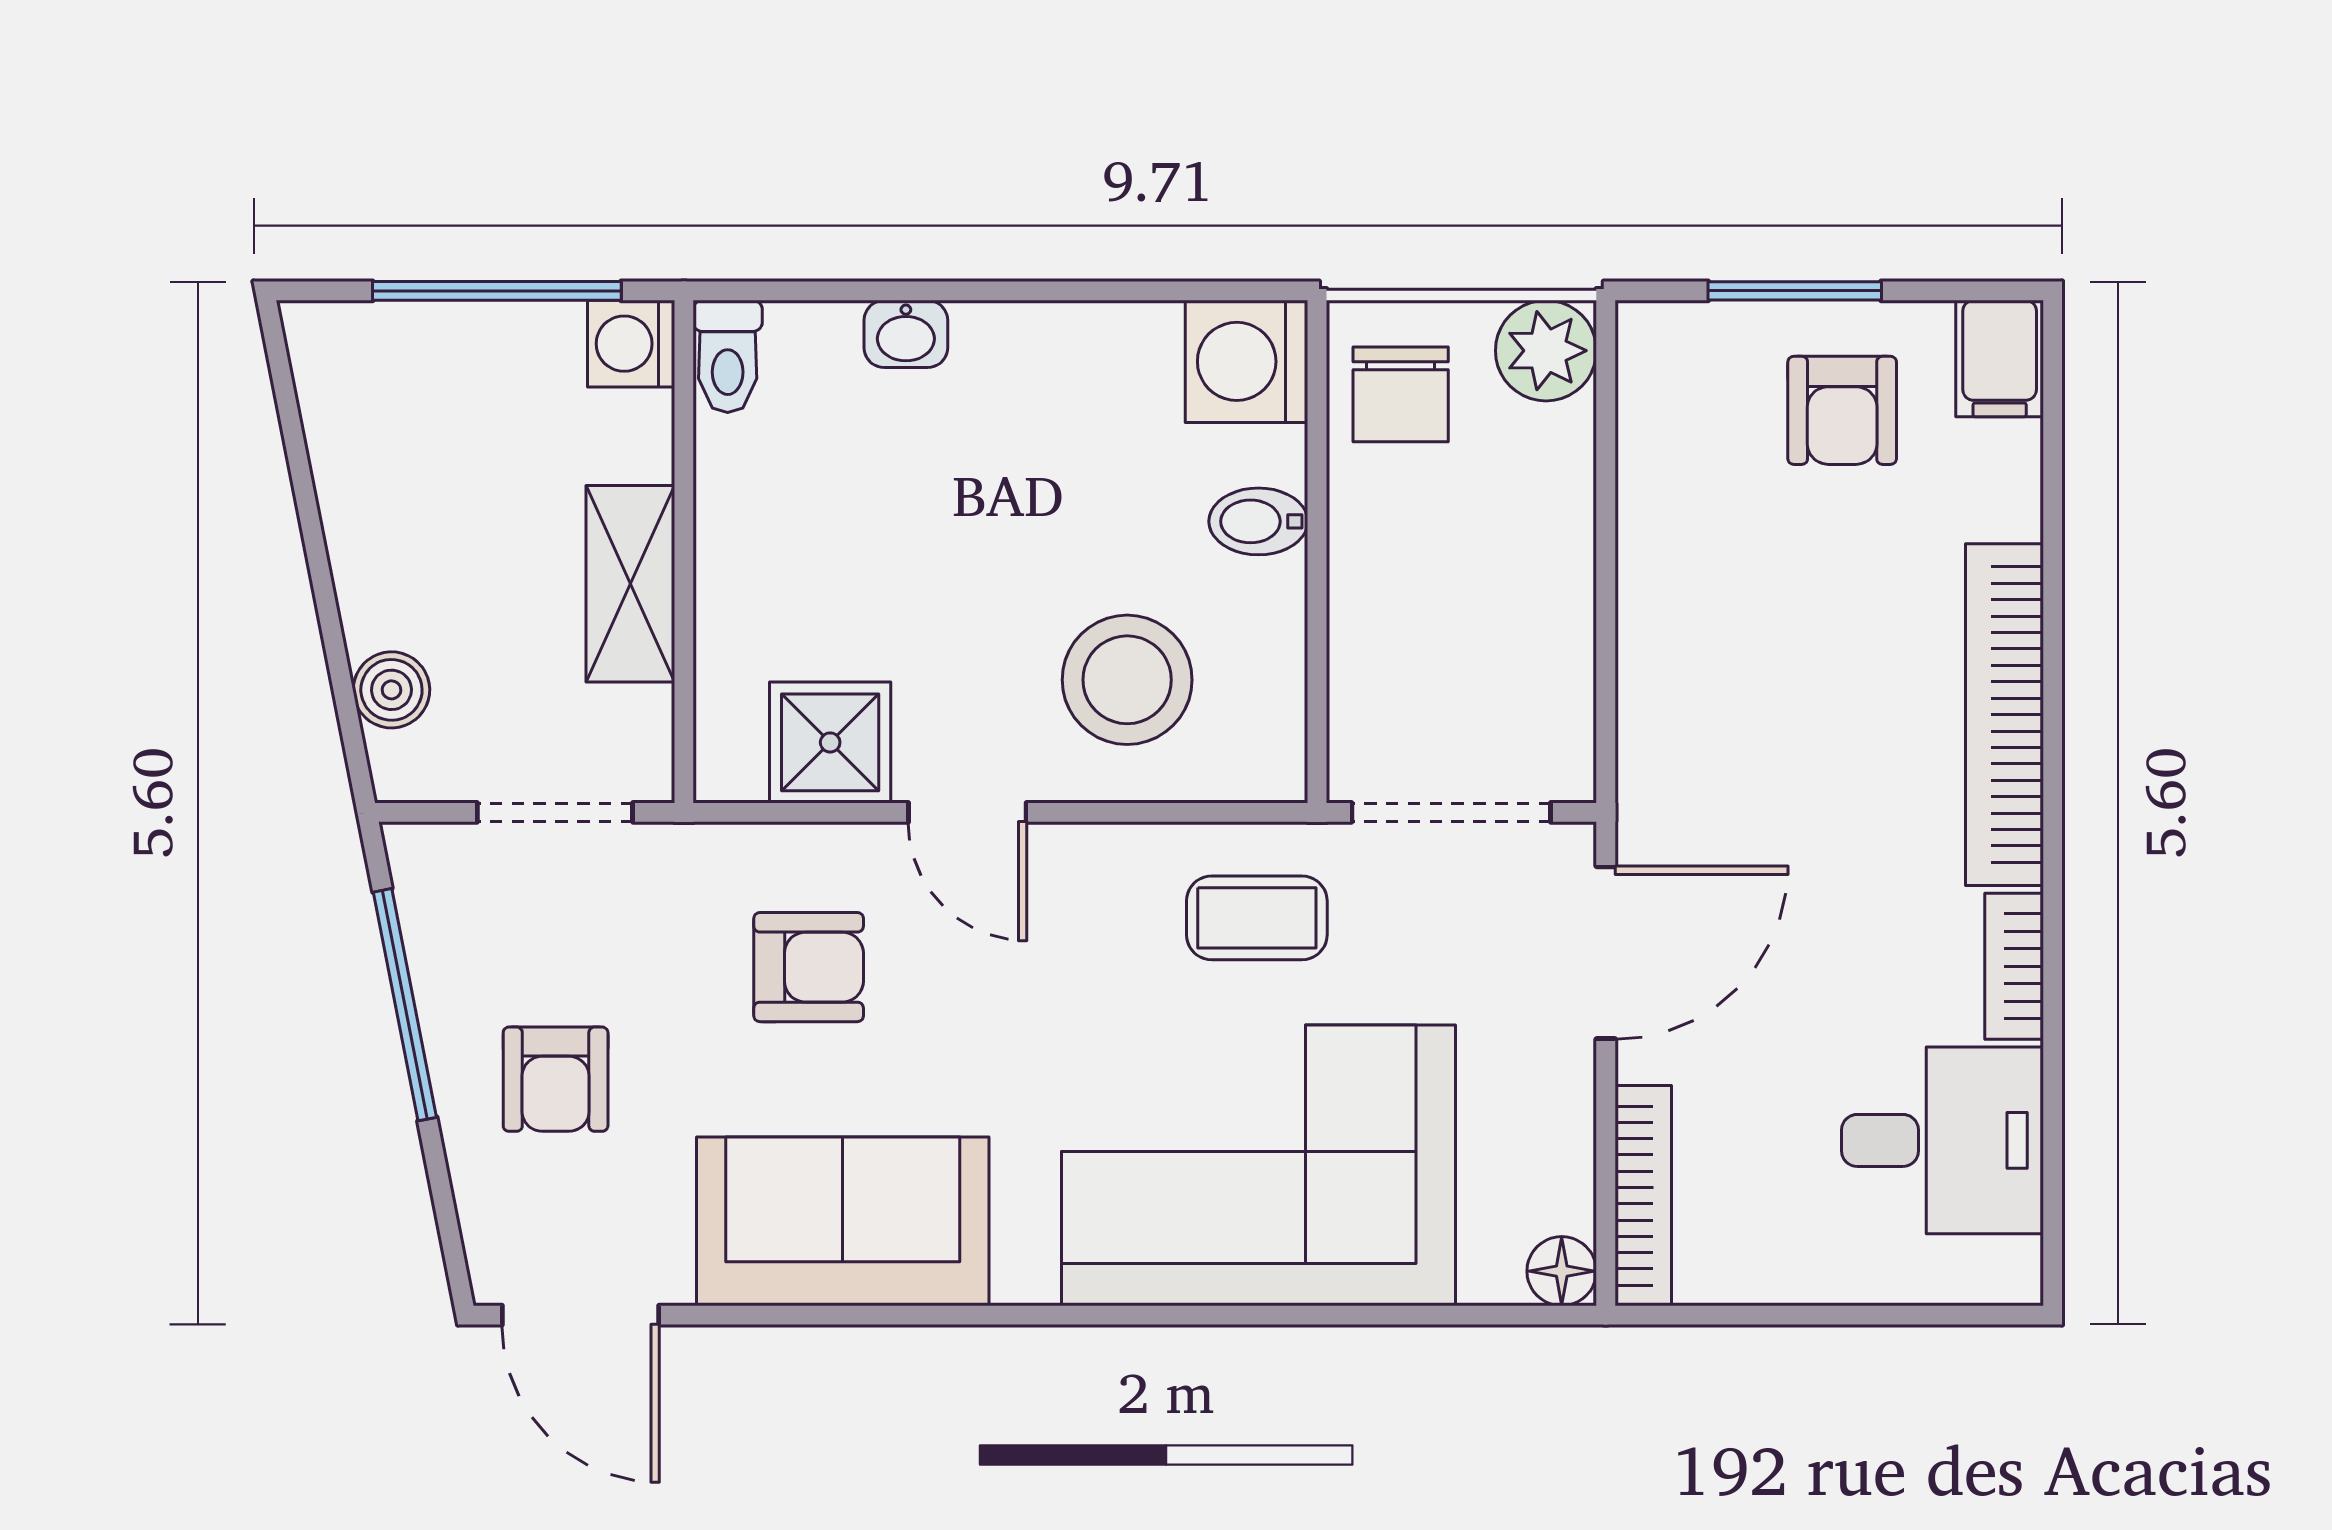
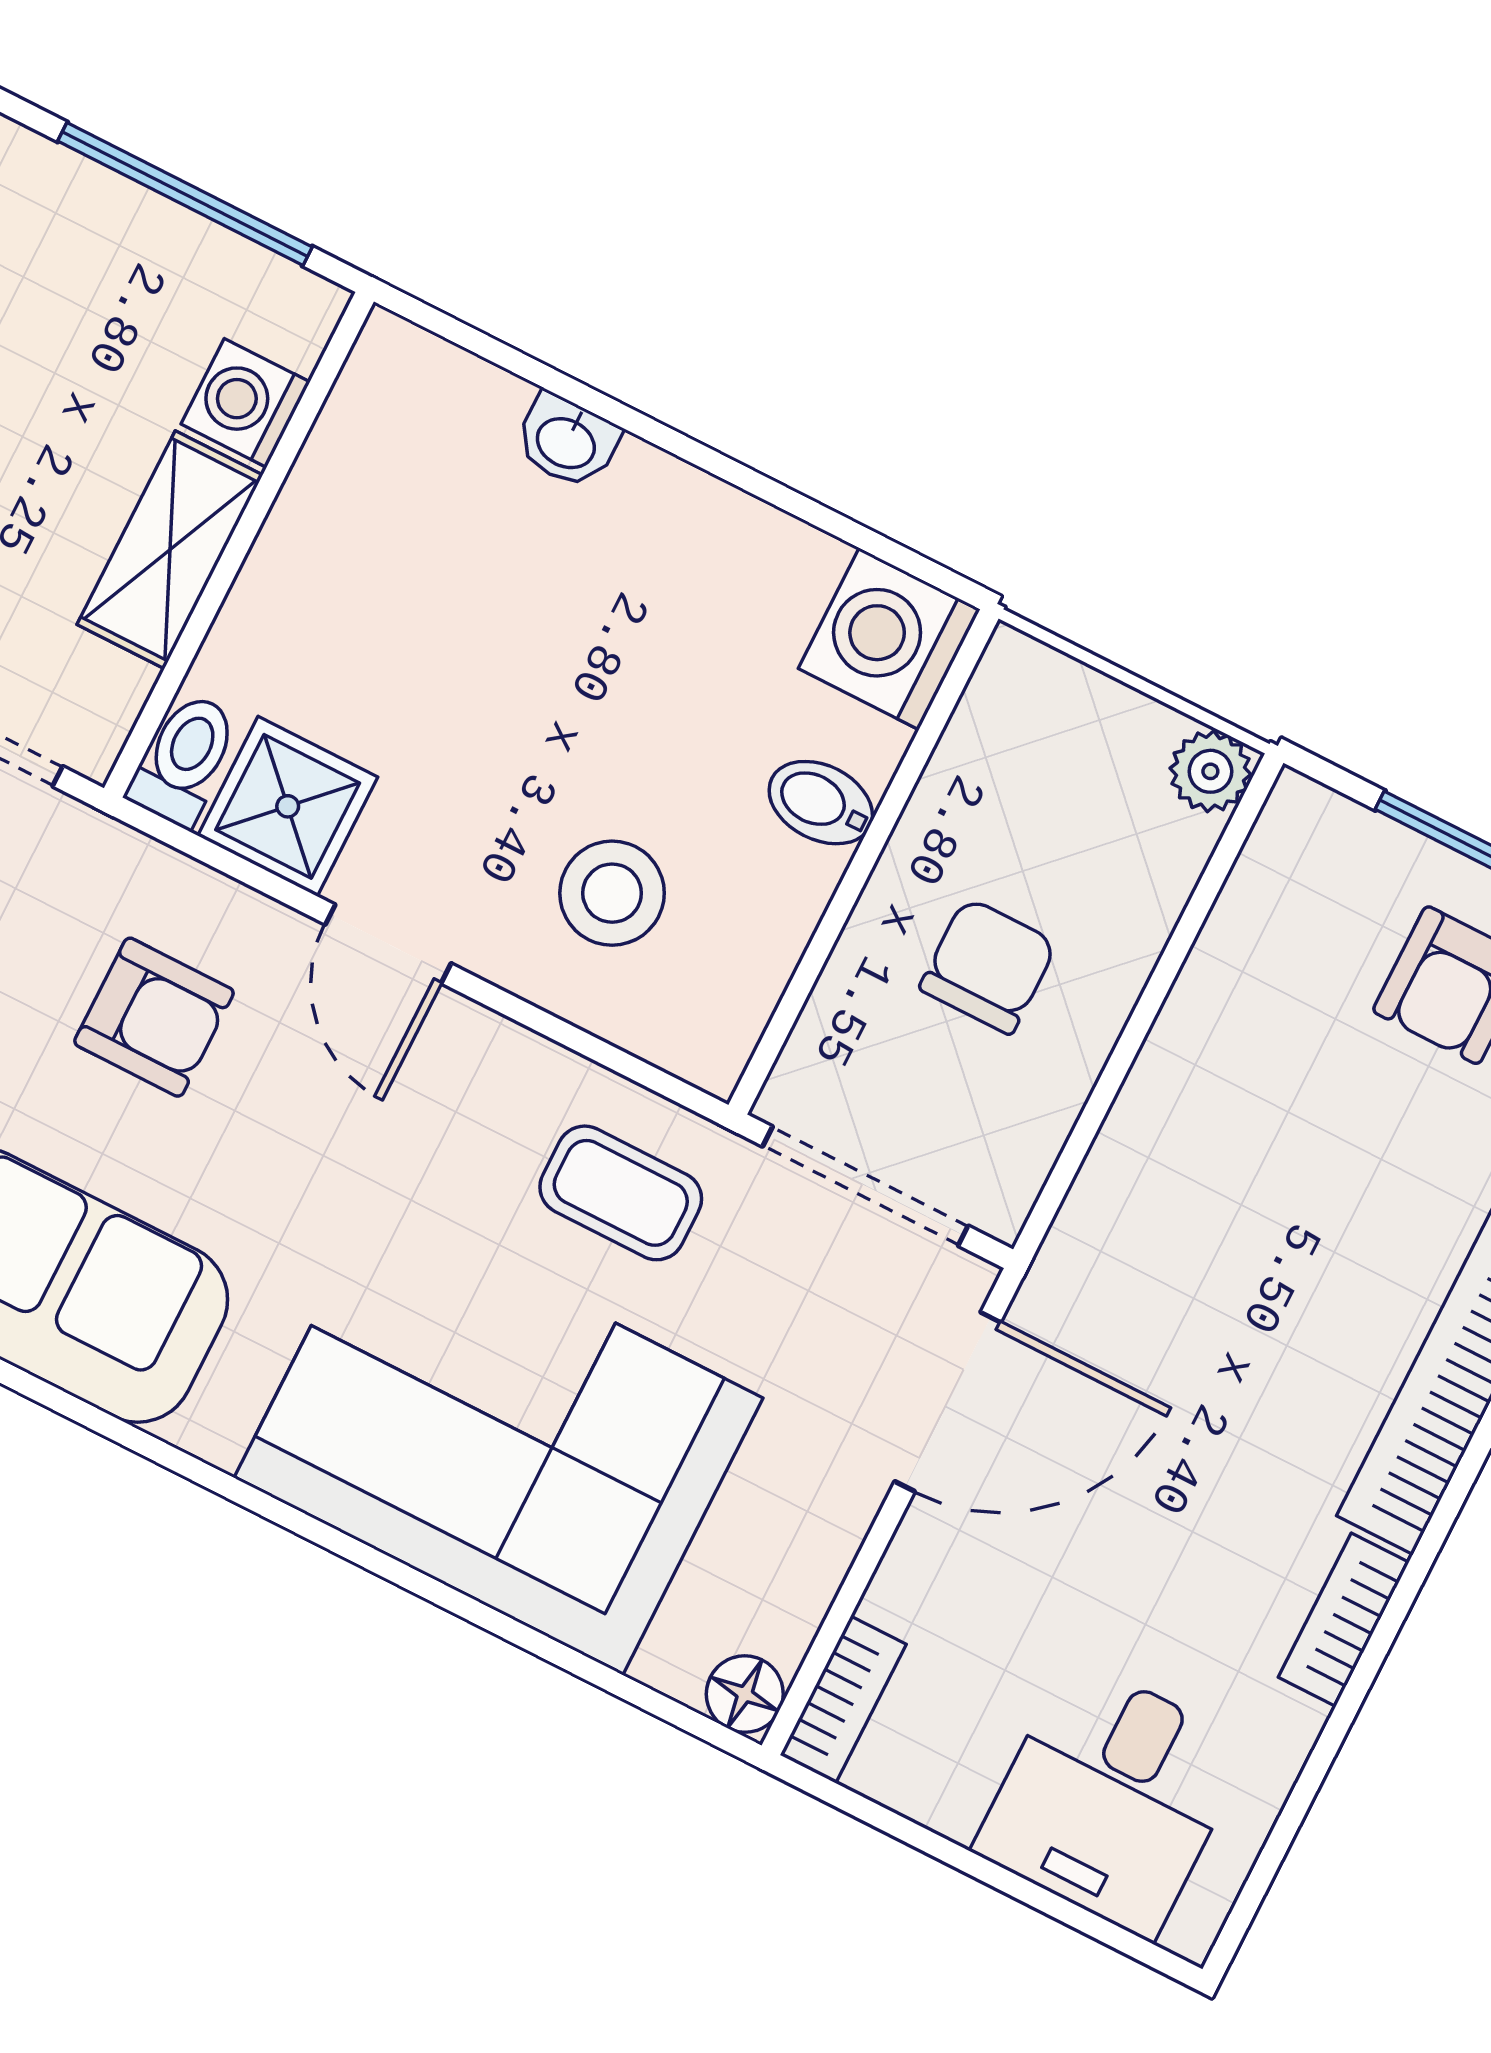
washing machine: (631, 344) -> (245, 403), moved
plant: (1546, 351) -> (1210, 771), width x0.73, depth x0.73
toilet: (728, 356) -> (184, 759), moved, turned 180
chair: (1401, 394) -> (988, 966), moved, turned 180
stool: (1127, 680) -> (612, 893), width x0.73, depth x0.73
desk: (1943, 1140) -> (1112, 1798), moved, turned 90
bookcase: (1643, 1196) -> (843, 1700), width x0.64

